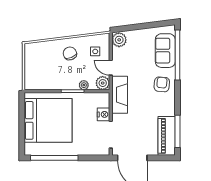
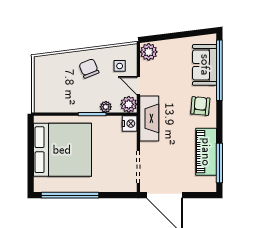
nightstand: (104, 114) -> (130, 124), moved
piano: (167, 136) -> (206, 152), moved

